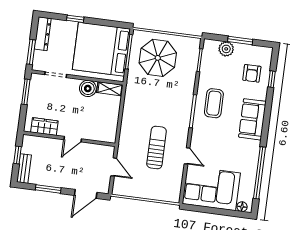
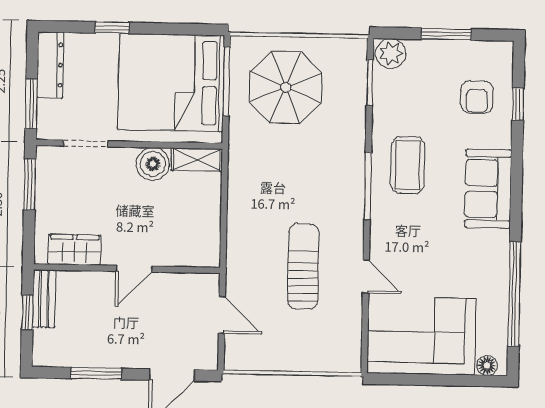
plant: (226, 49) -> (391, 53), moved
bench: (24, 169) -> (44, 299), moved

